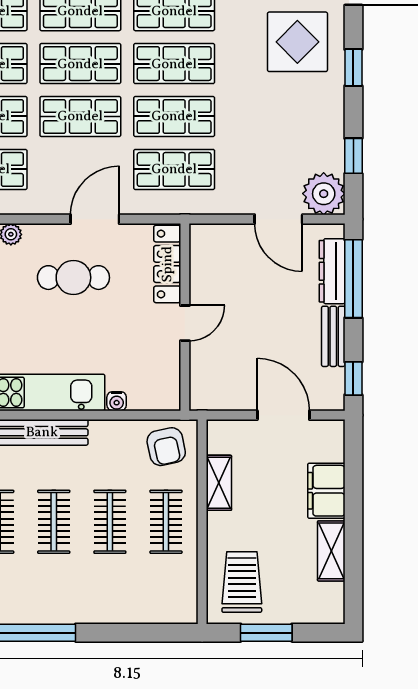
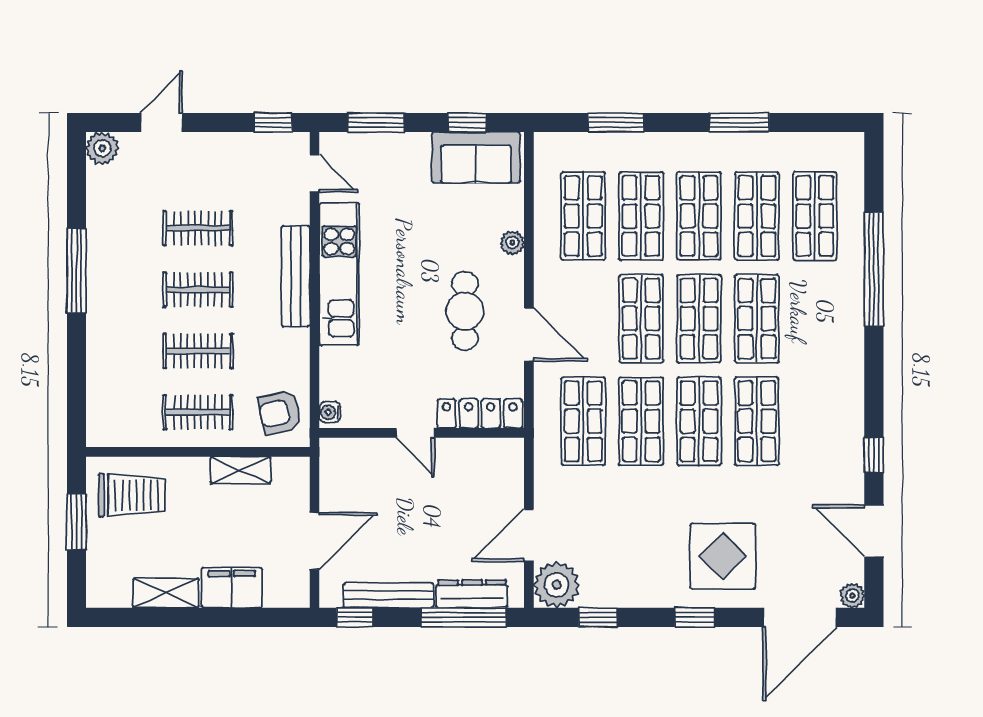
bench: (333, 336) -> (389, 595), width x1.36
water cooler: (117, 401) -> (330, 412), moved

